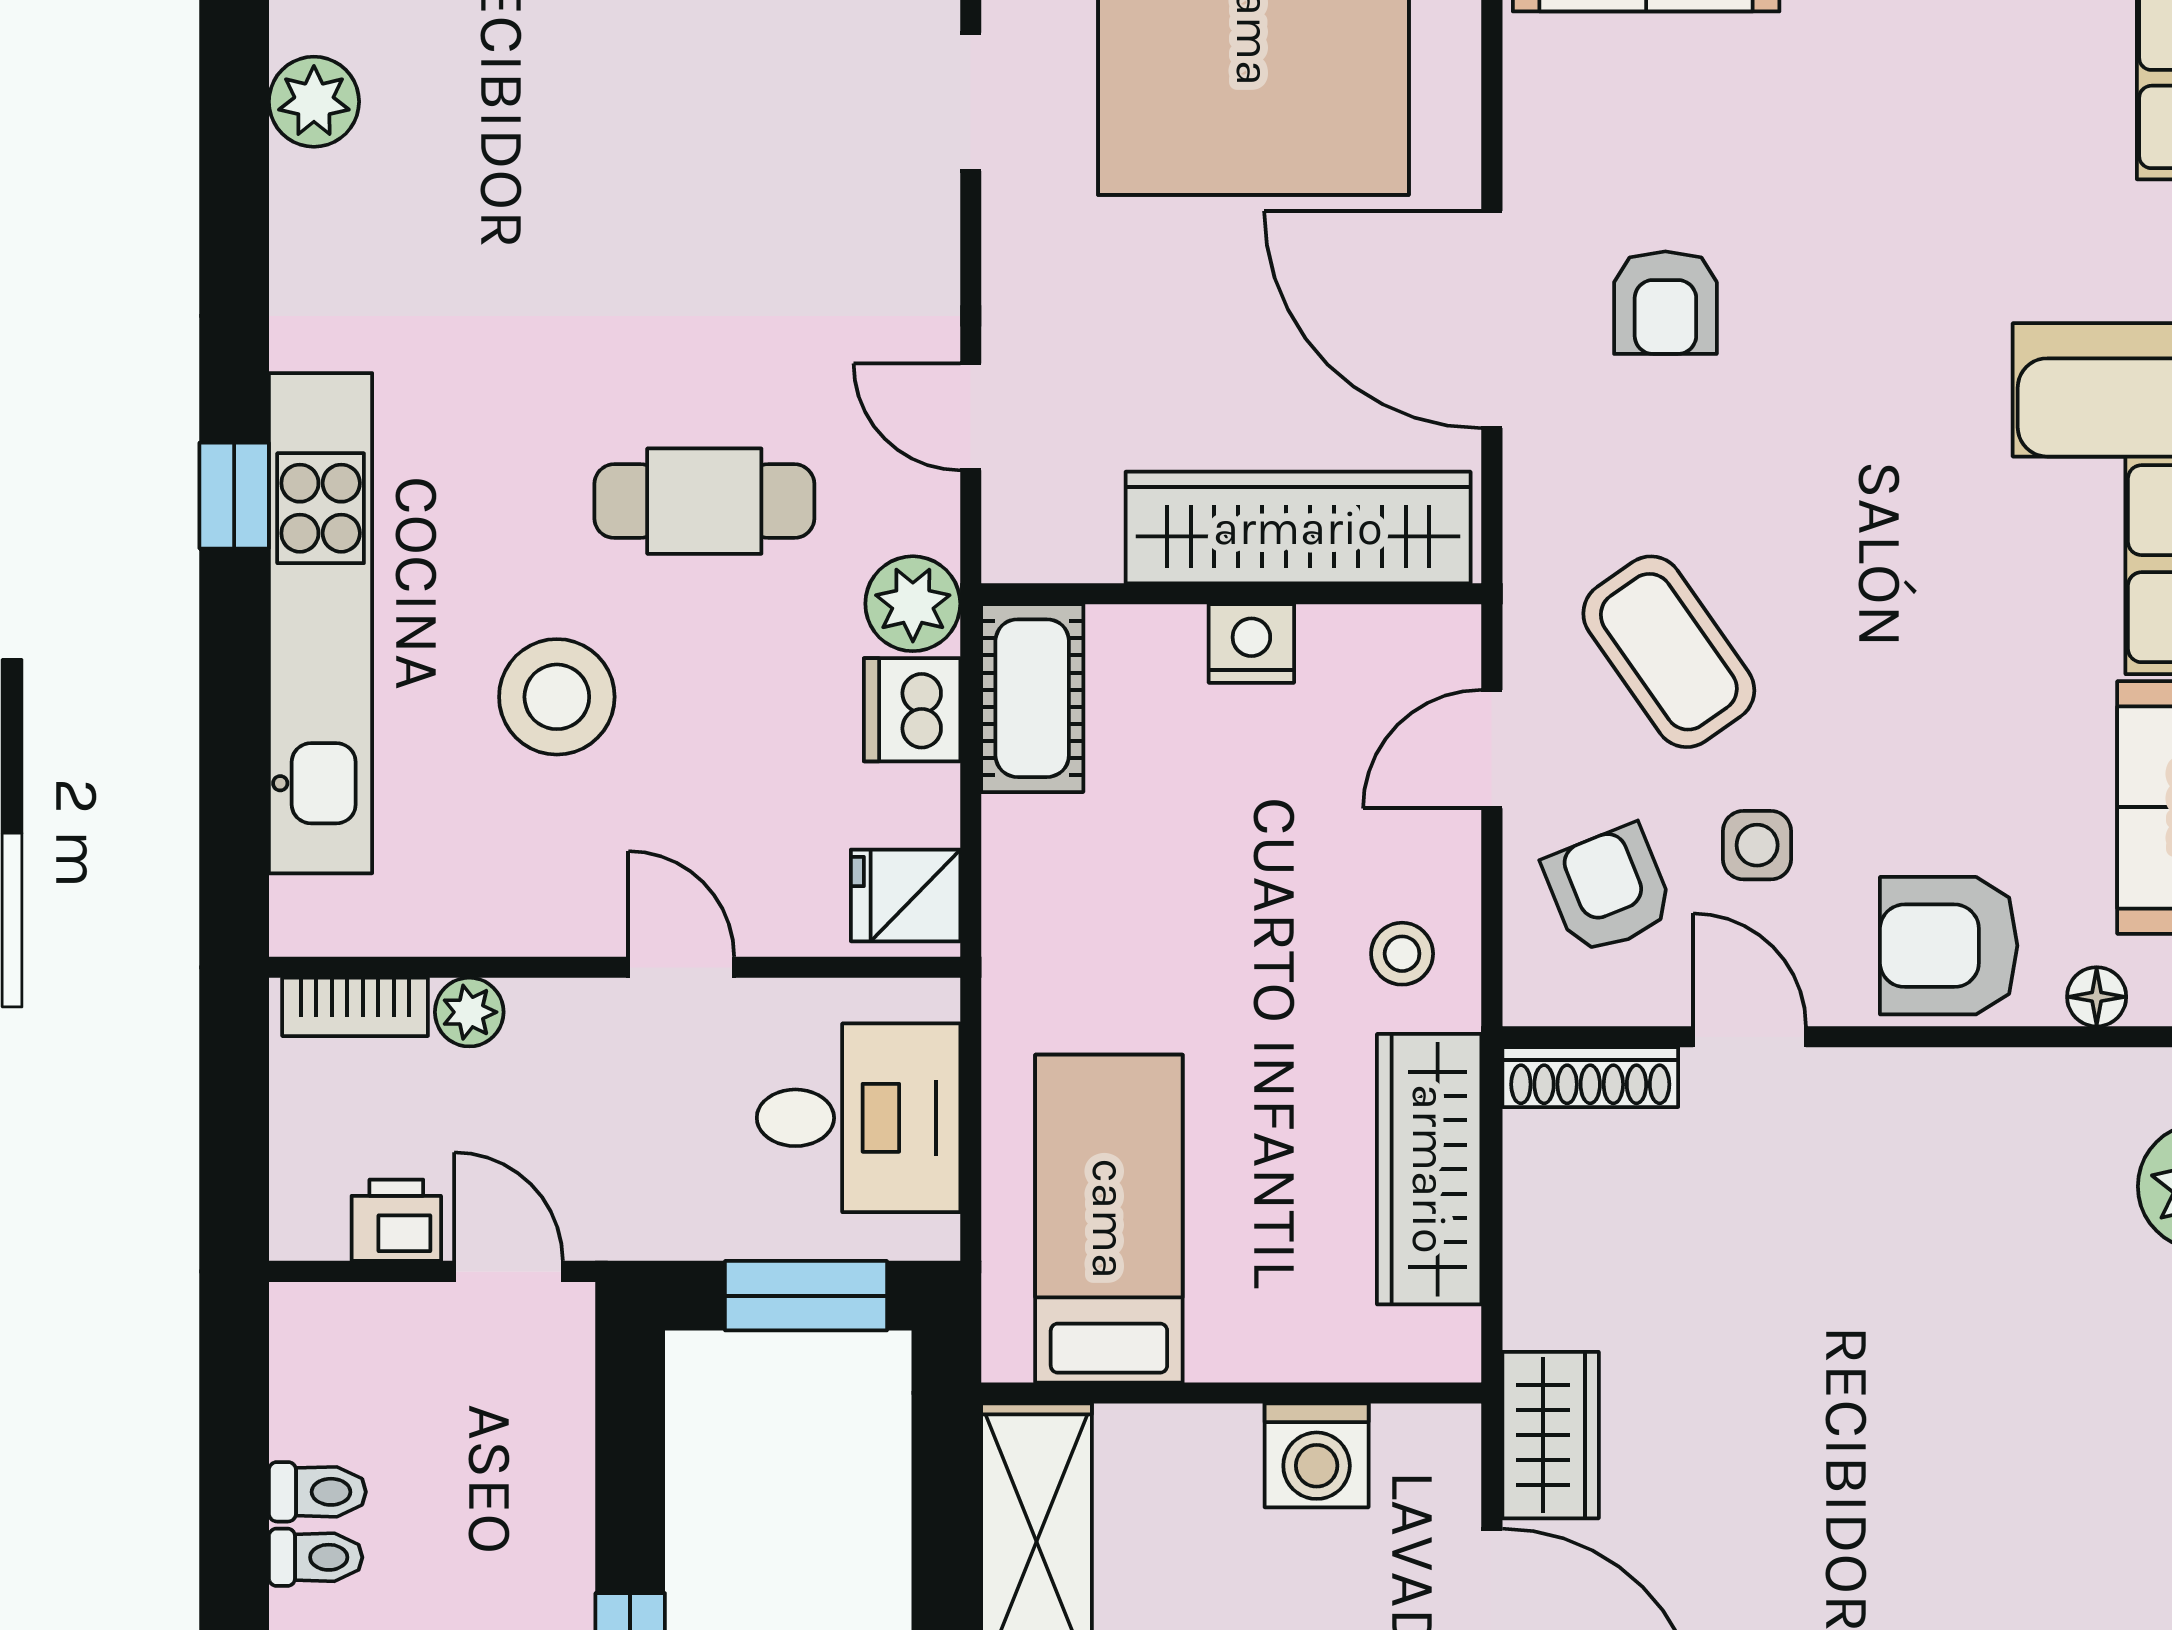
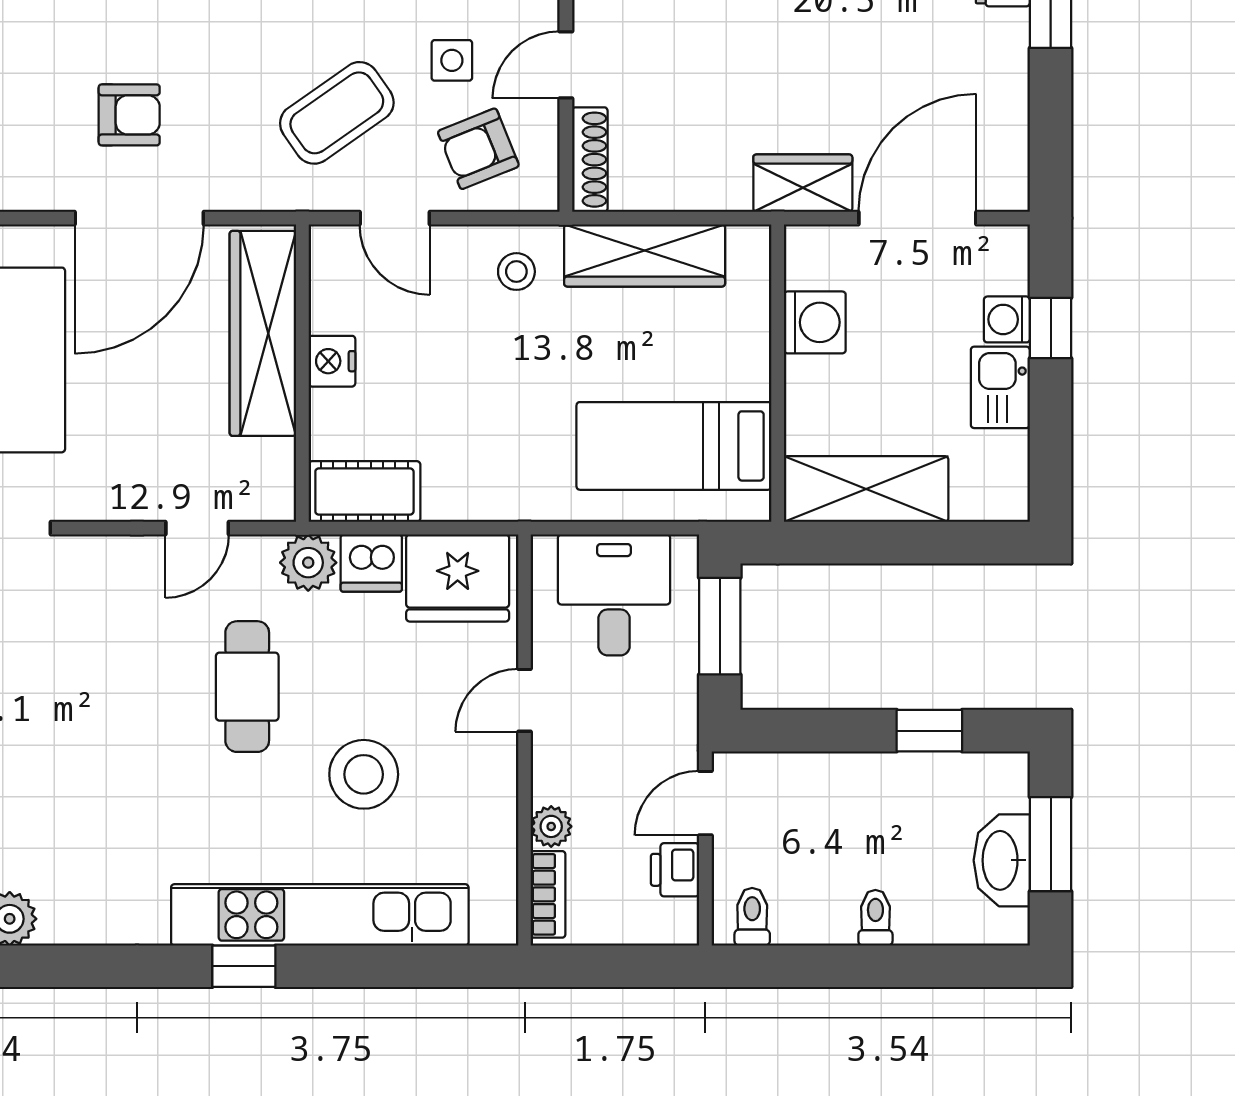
fridge: (906, 895) -> (458, 578), width x1.88, depth x1.34
toilet: (317, 1492) -> (752, 917), moved

